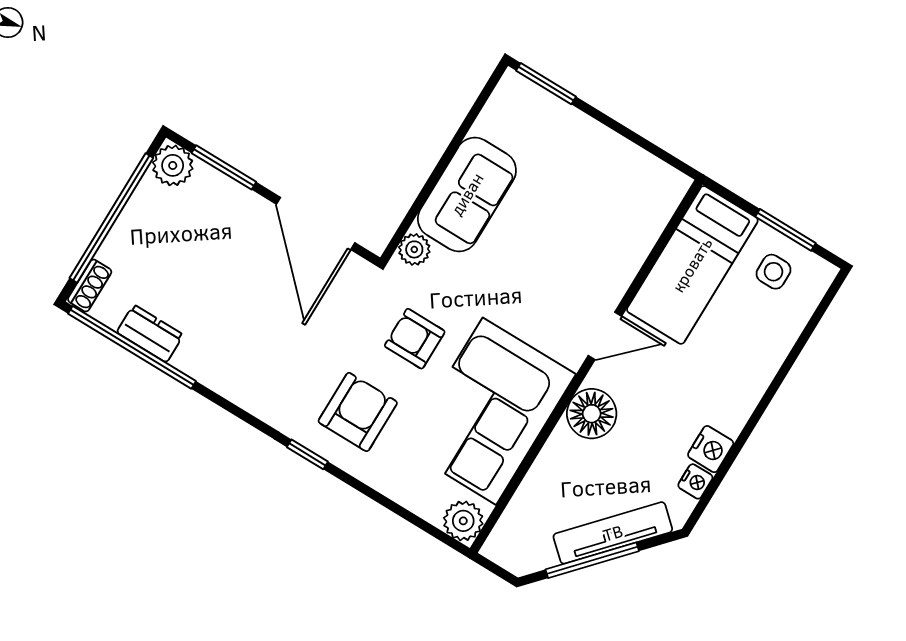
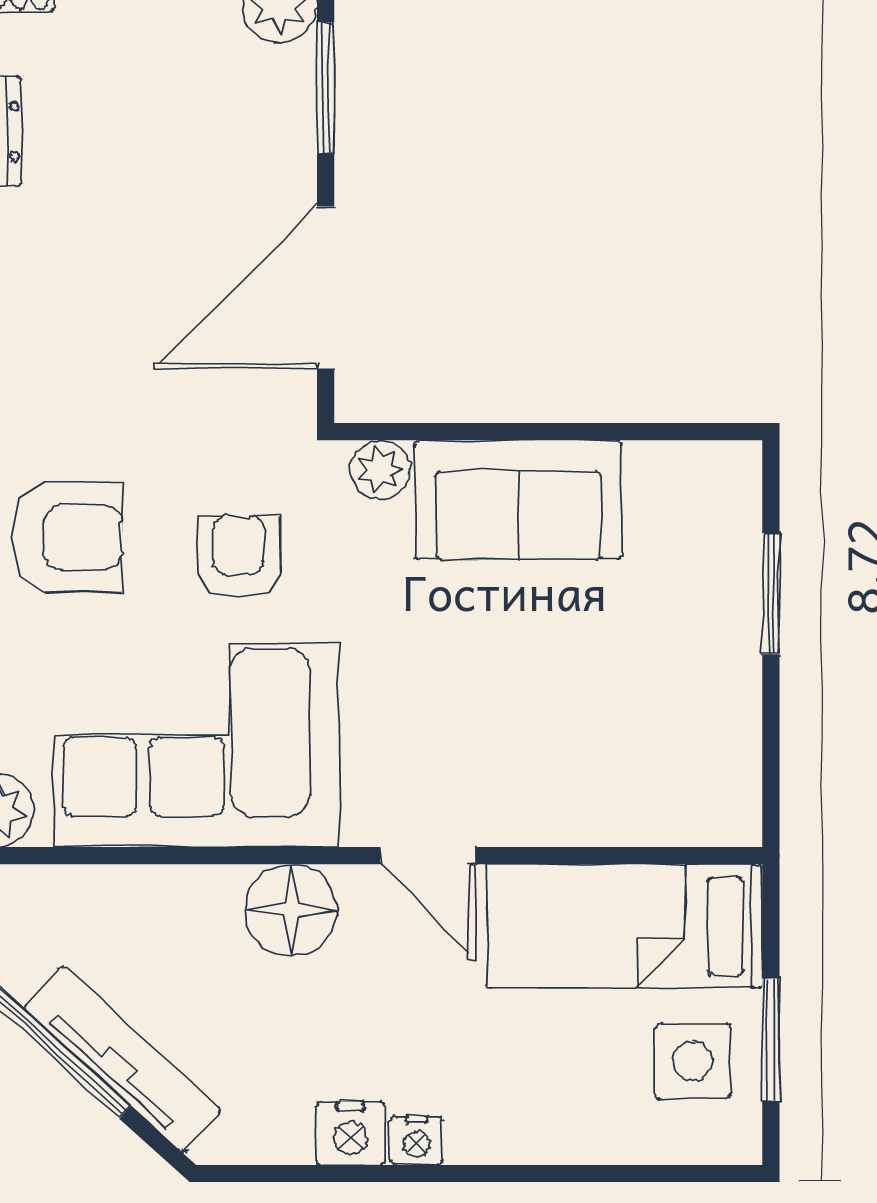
window: (546, 84) -> (771, 594), moved
side table: (773, 272) -> (693, 1061), width x1.37, depth x1.37
nightstand: (695, 481) -> (417, 1140), moved

